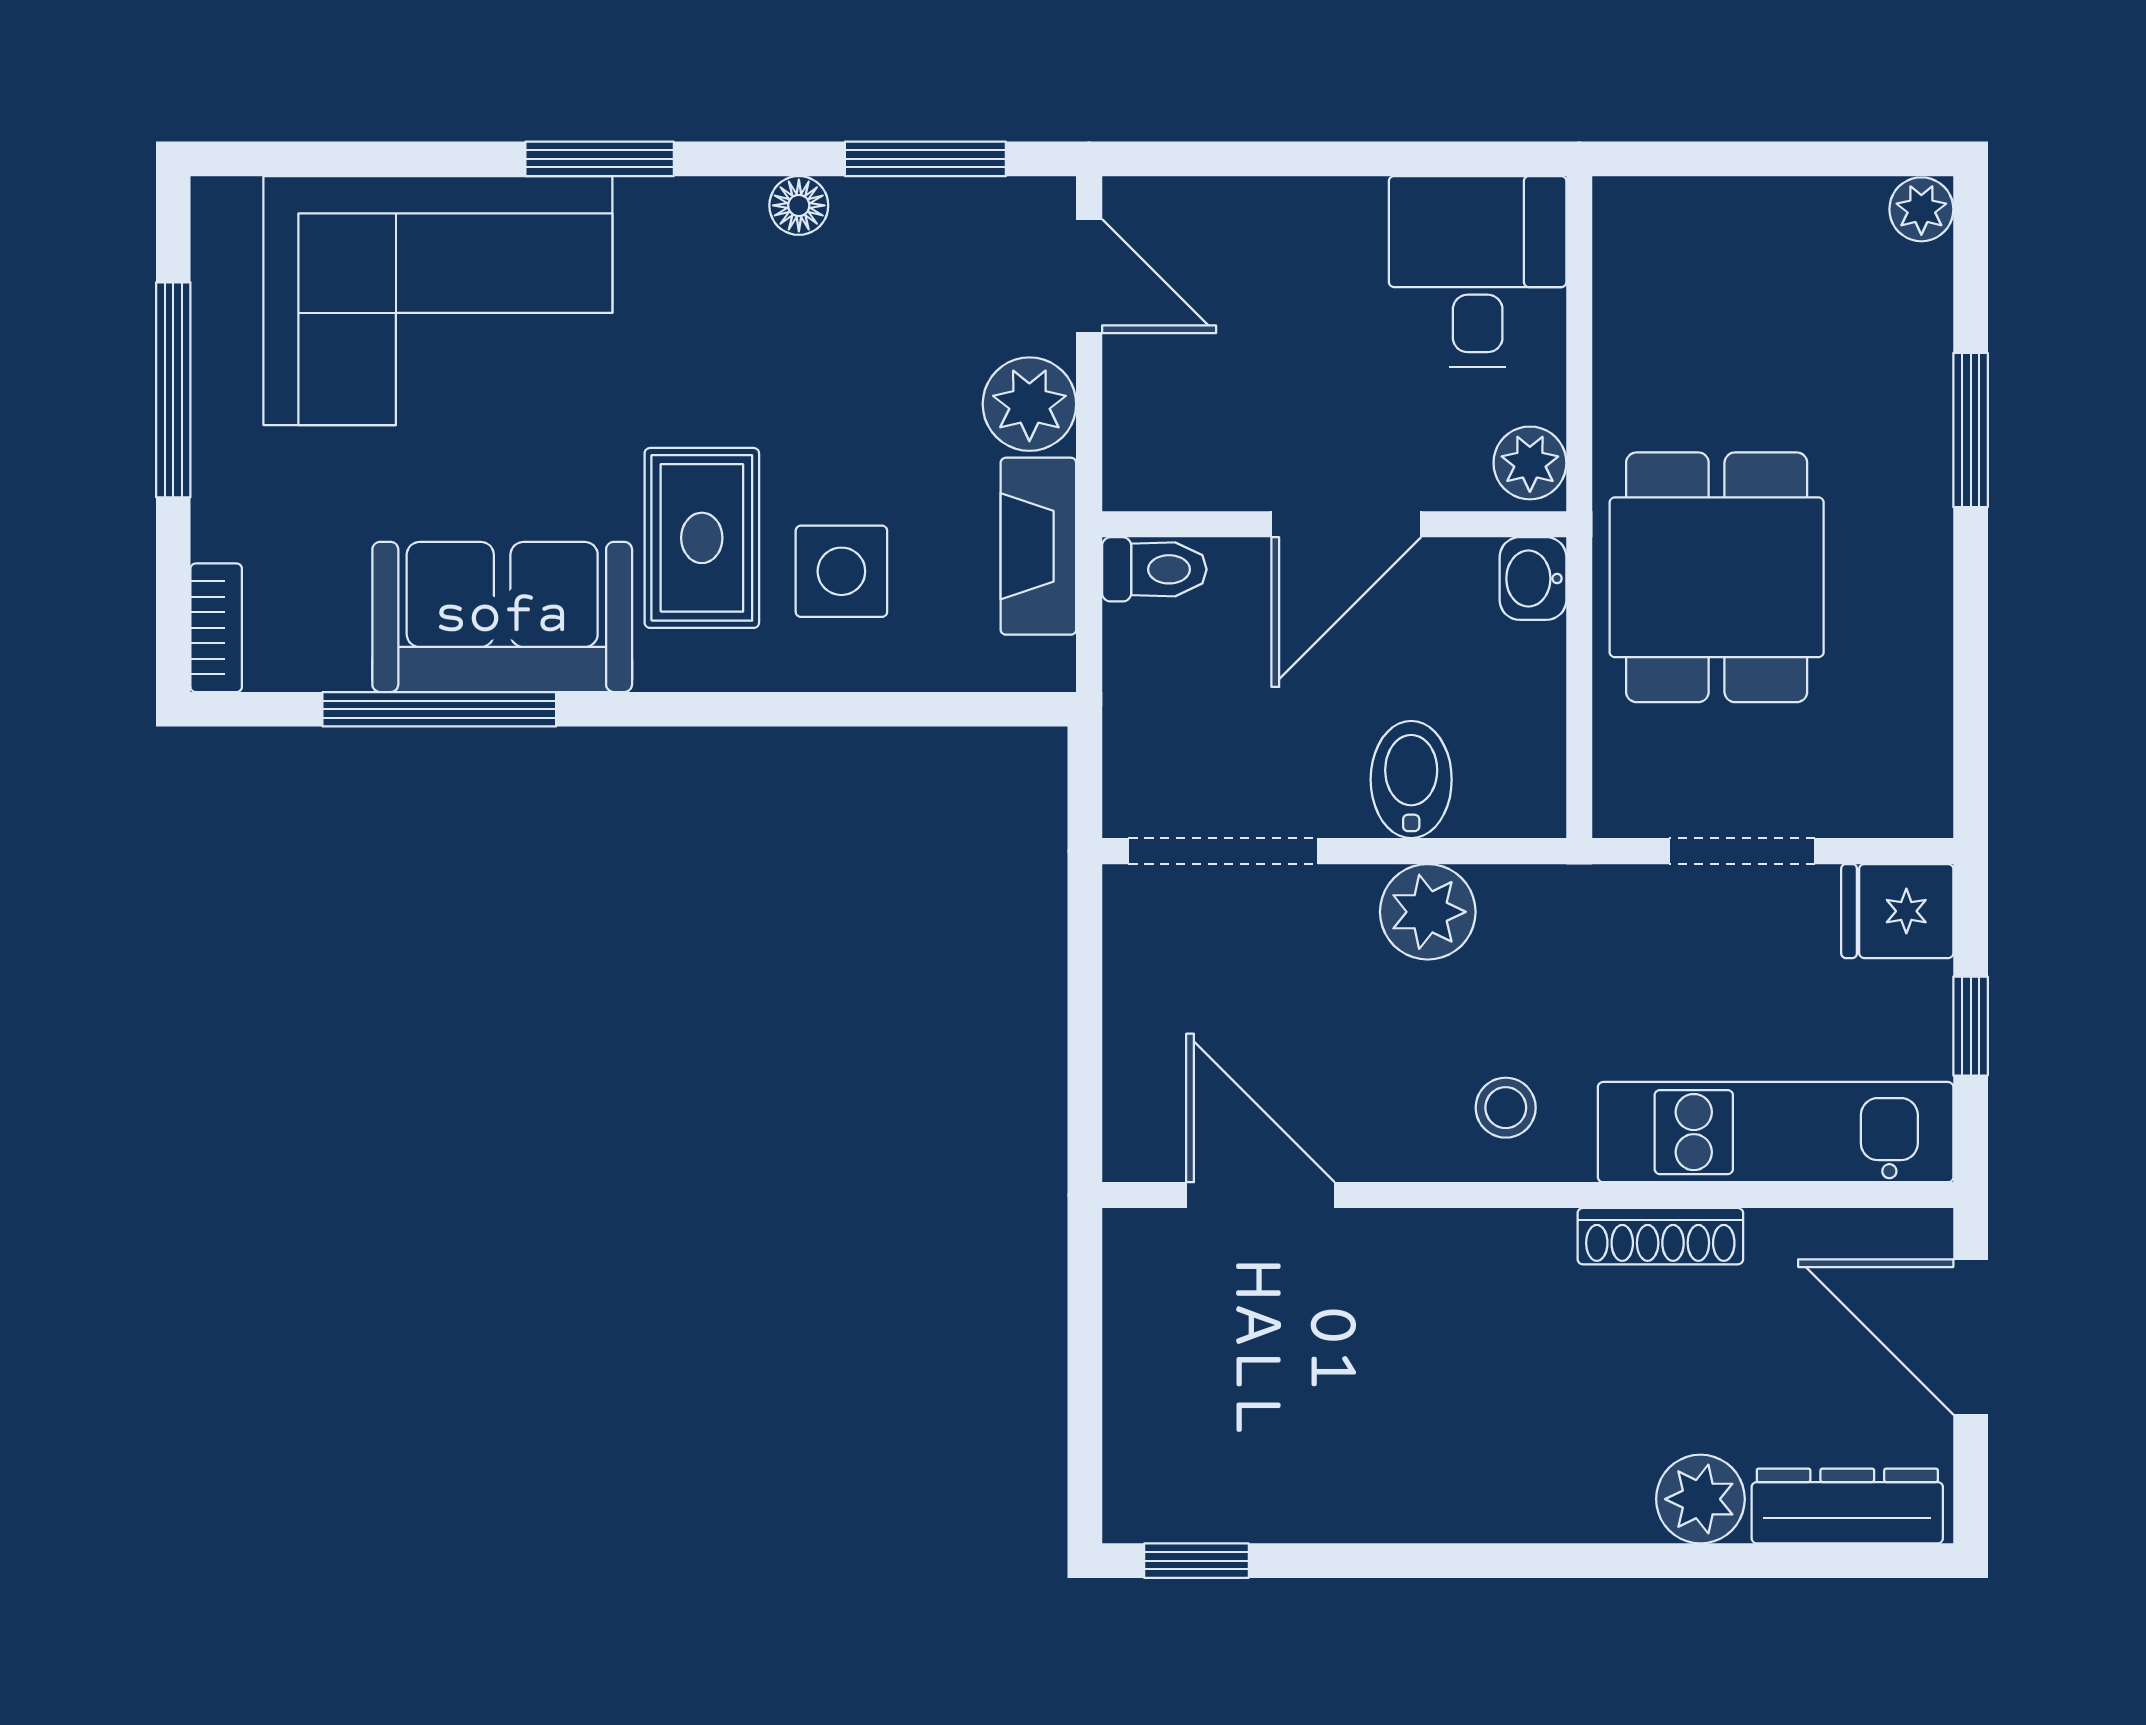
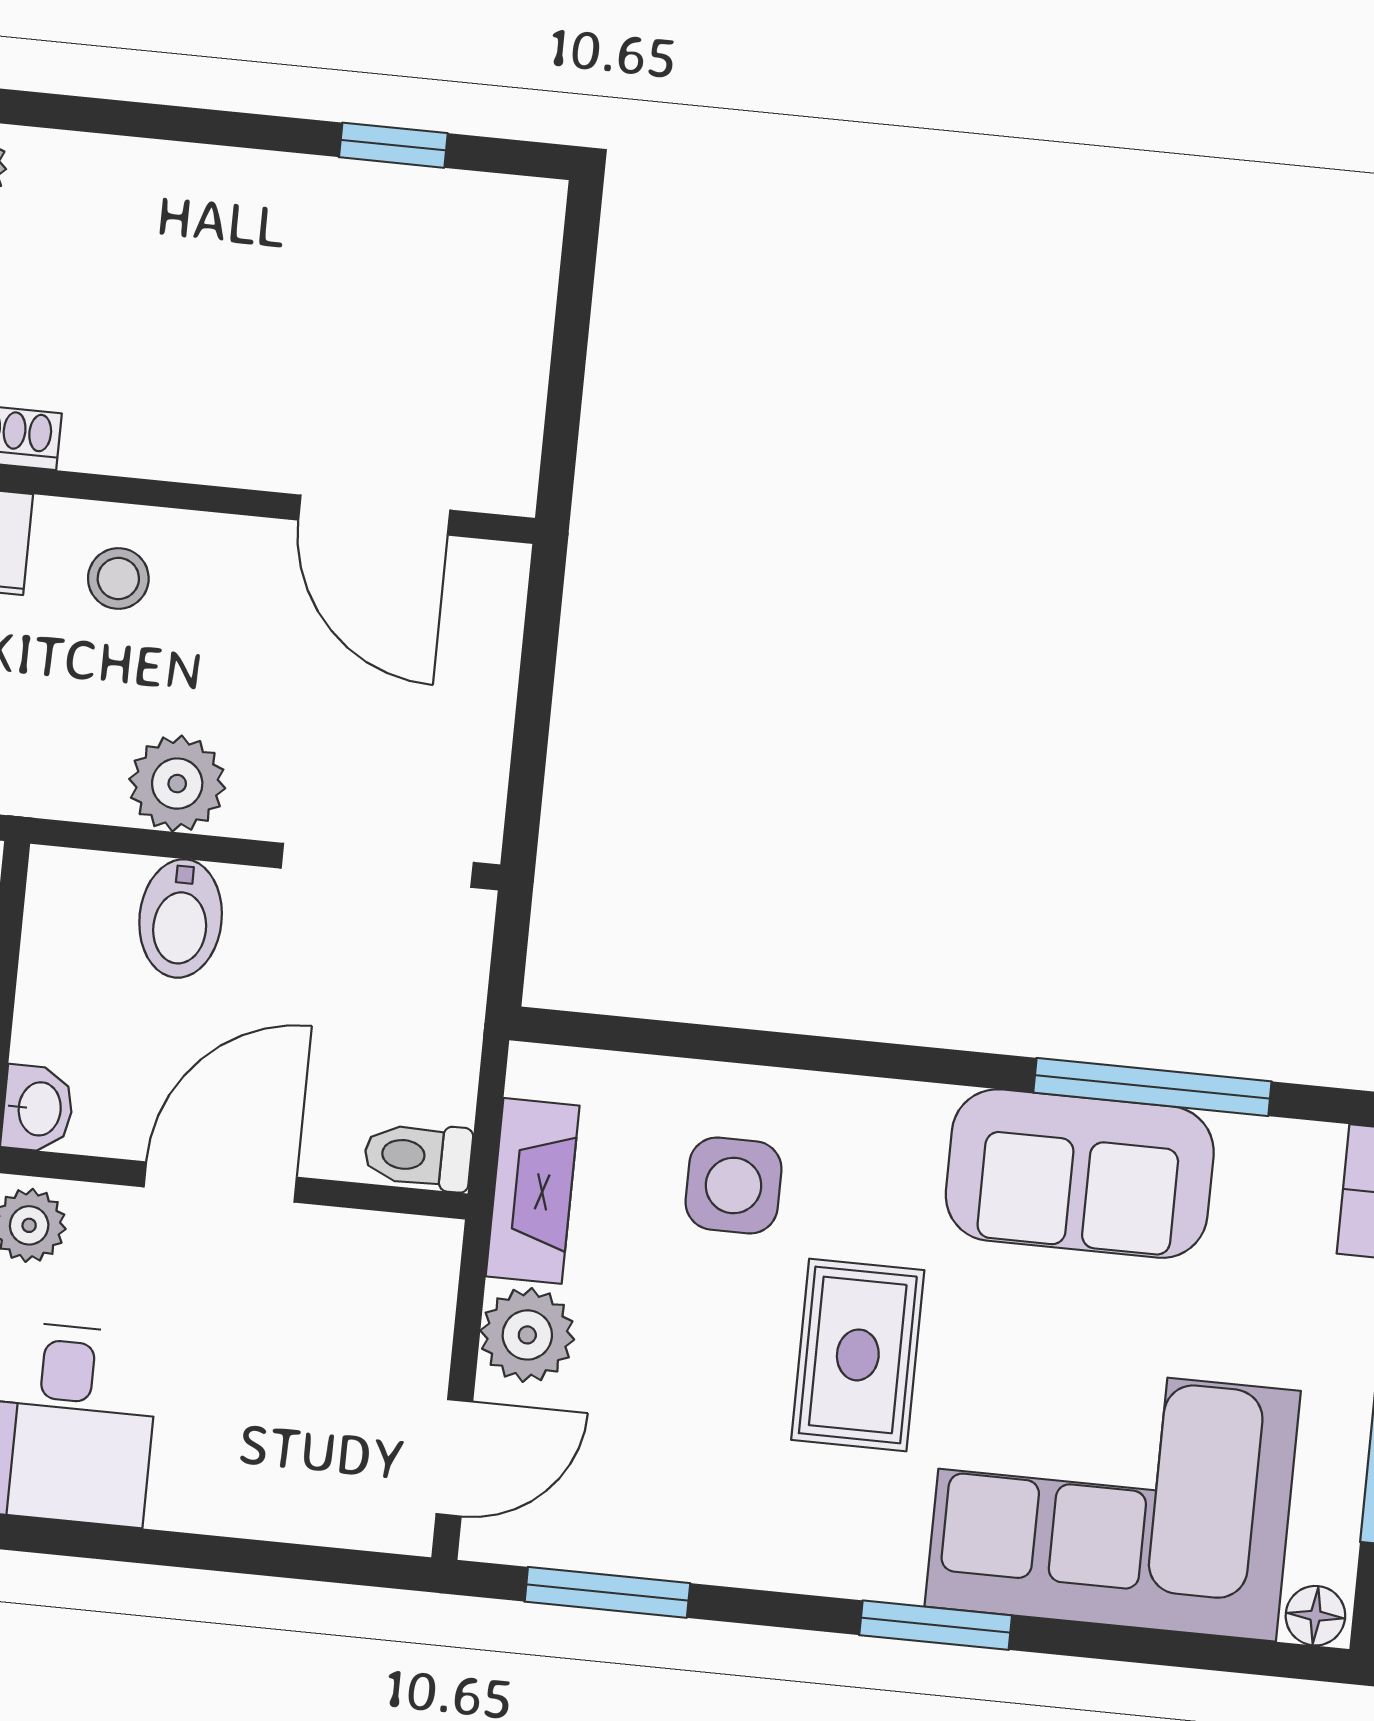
floor lamp: (799, 205) -> (1315, 1616), moved
door: (1089, 276) -> (454, 1458), swing flipped
rug: (702, 538) -> (858, 1355), moved
window: (1196, 1561) -> (393, 145), moved

